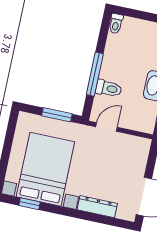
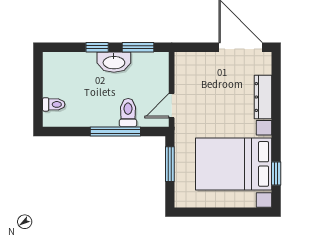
toilet: (116, 24) -> (54, 104), moved
door: (107, 127) -> (172, 106), hinge flipped

